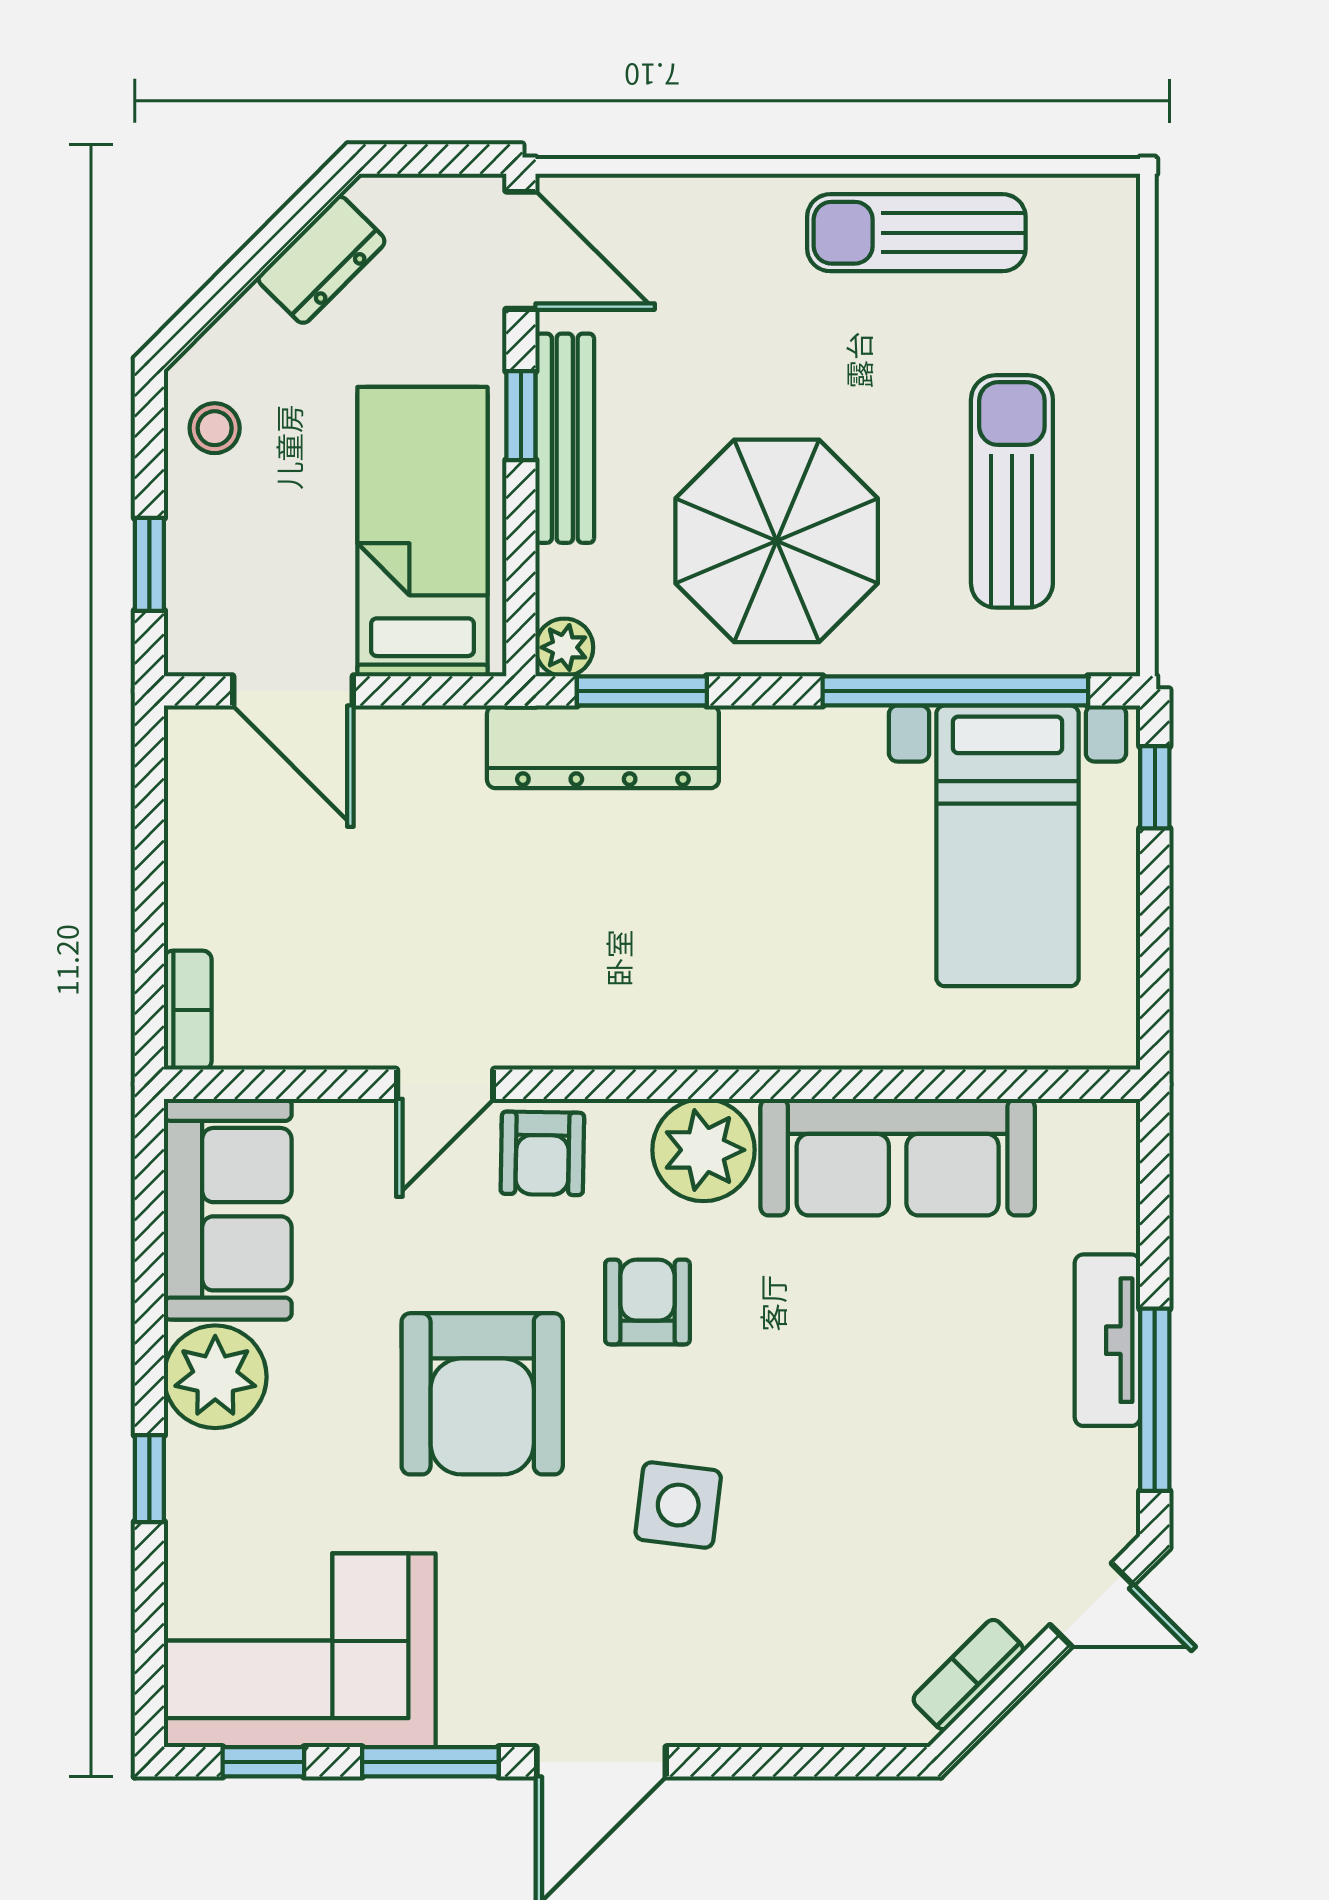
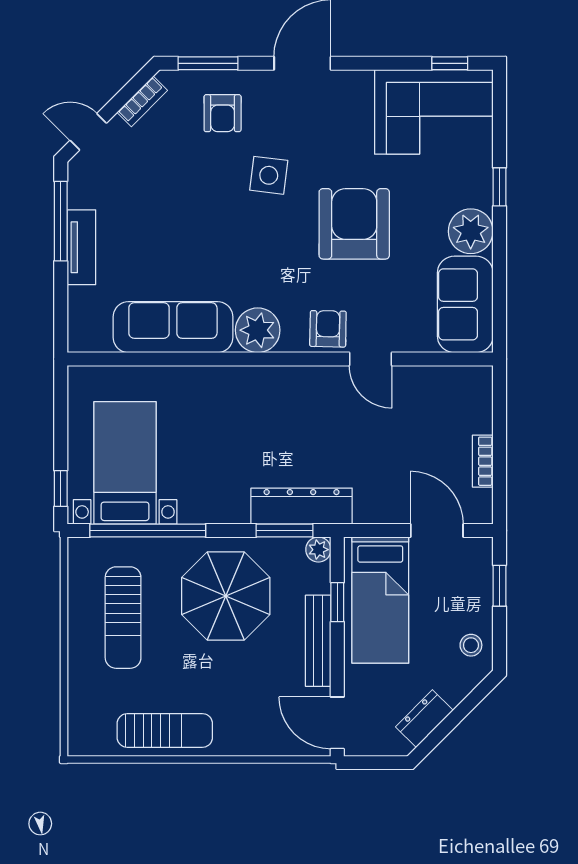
window: (521, 416) -> (337, 602), moved
bookcase: (188, 1010) -> (483, 461), moved
door: (445, 1084) -> (370, 359), swing flipped
armchair: (647, 1302) -> (223, 113), moved
window: (430, 1762) -> (208, 63), moved

